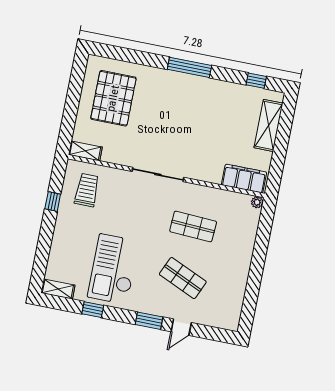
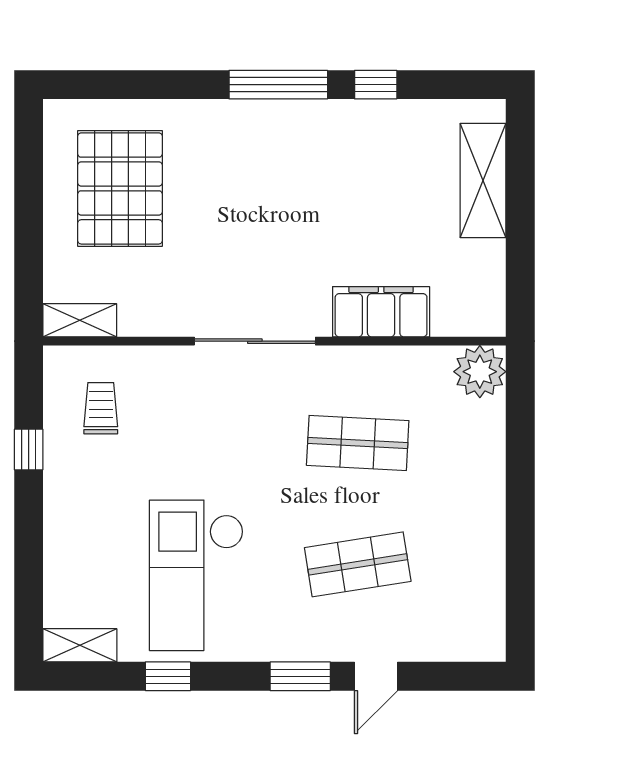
window: (256, 81) -> (376, 85), moved
filing cabinet: (244, 179) -> (381, 312), moved
trolley: (87, 190) -> (101, 408), width x0.73, depth x0.72
plant: (257, 202) -> (480, 372), width x1.88, depth x1.88
shop shelf: (183, 278) -> (358, 564), turned -33

